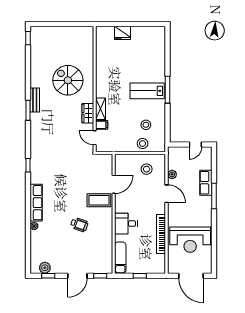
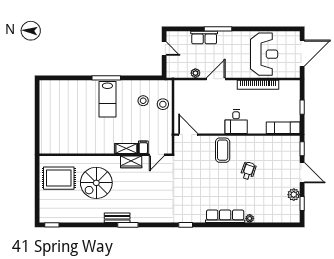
fridge: (122, 33) -> (46, 125), removed
rug: (72, 45) -> (59, 178), added
stool: (147, 169) -> (190, 100), removed
door: (114, 184) -> (188, 135), moved
desk: (126, 224) -> (236, 122), moved
plant: (45, 268) -> (294, 195), moved

